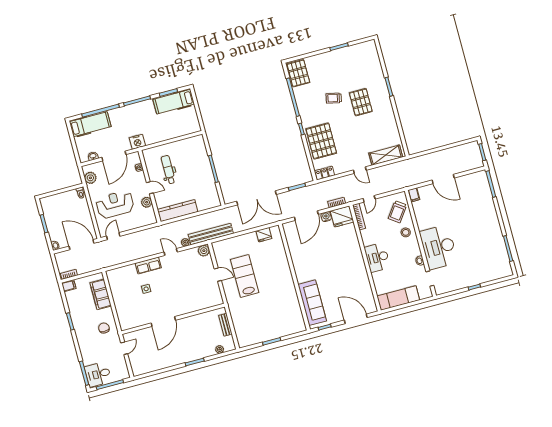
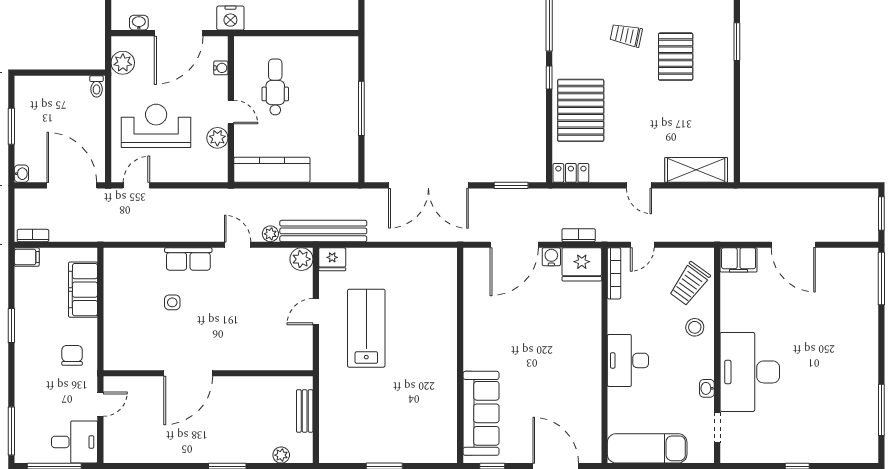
filing cabinet: (414, 195) -> (739, 260), width x2.00
fridge: (264, 235) -> (332, 259), moved
door: (218, 275) -> (316, 312), swing flipped
desk: (98, 374) -> (74, 442), moved, turned 180

